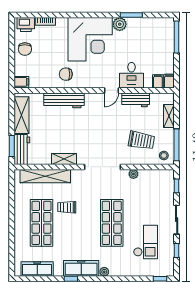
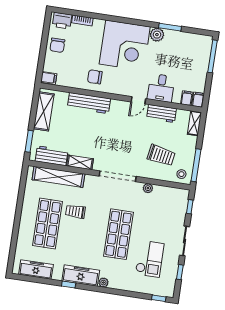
shelving: (169, 116) -> (194, 123), moved
workbench: (22, 150) -> (52, 156), moved, turned -90

